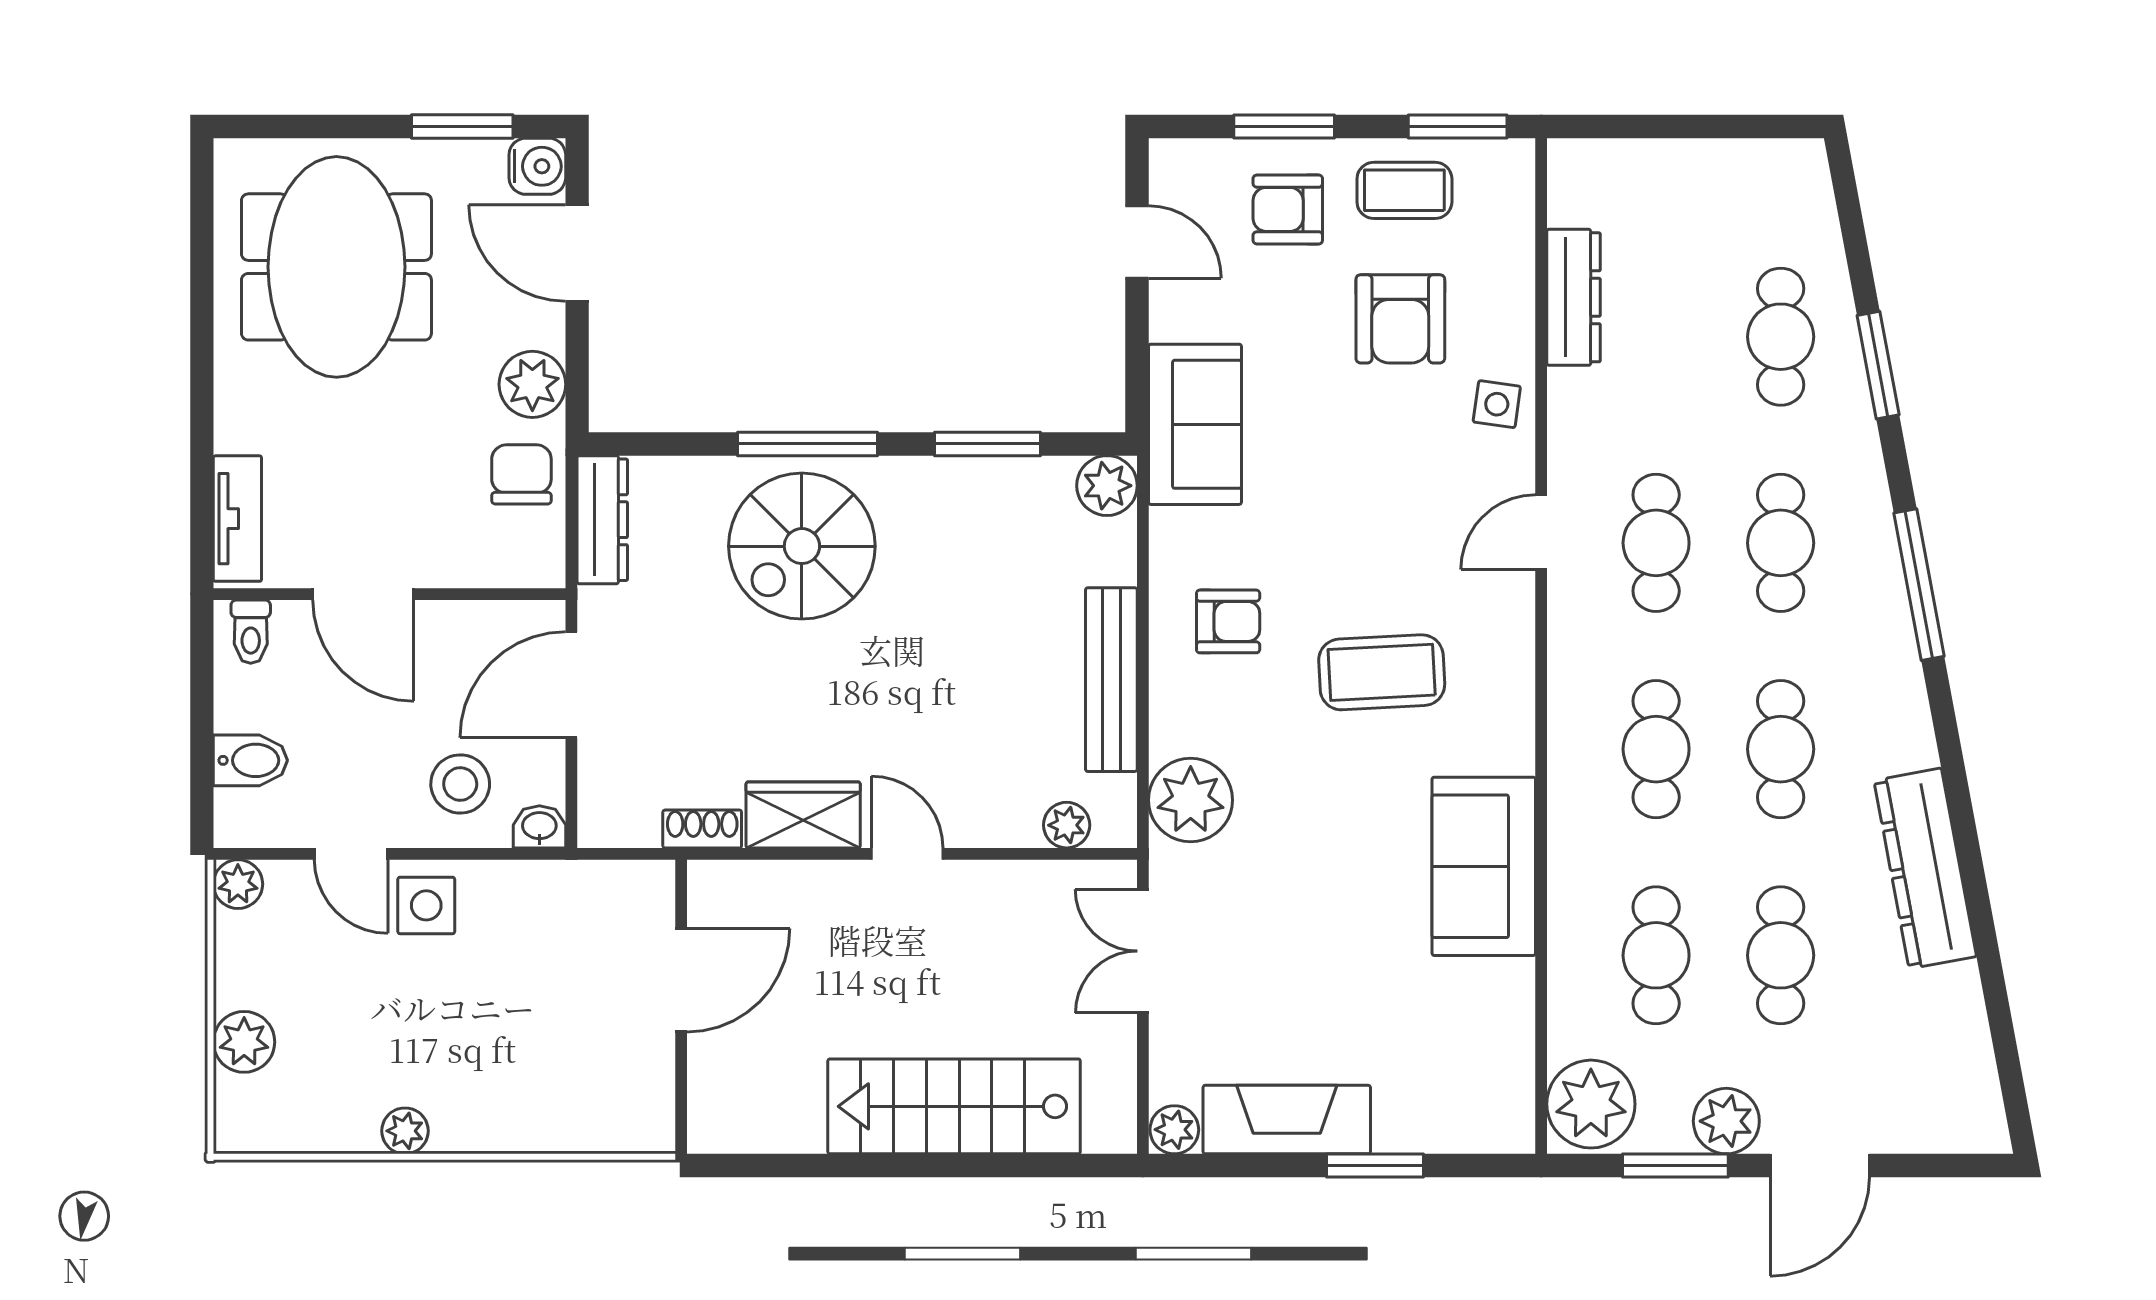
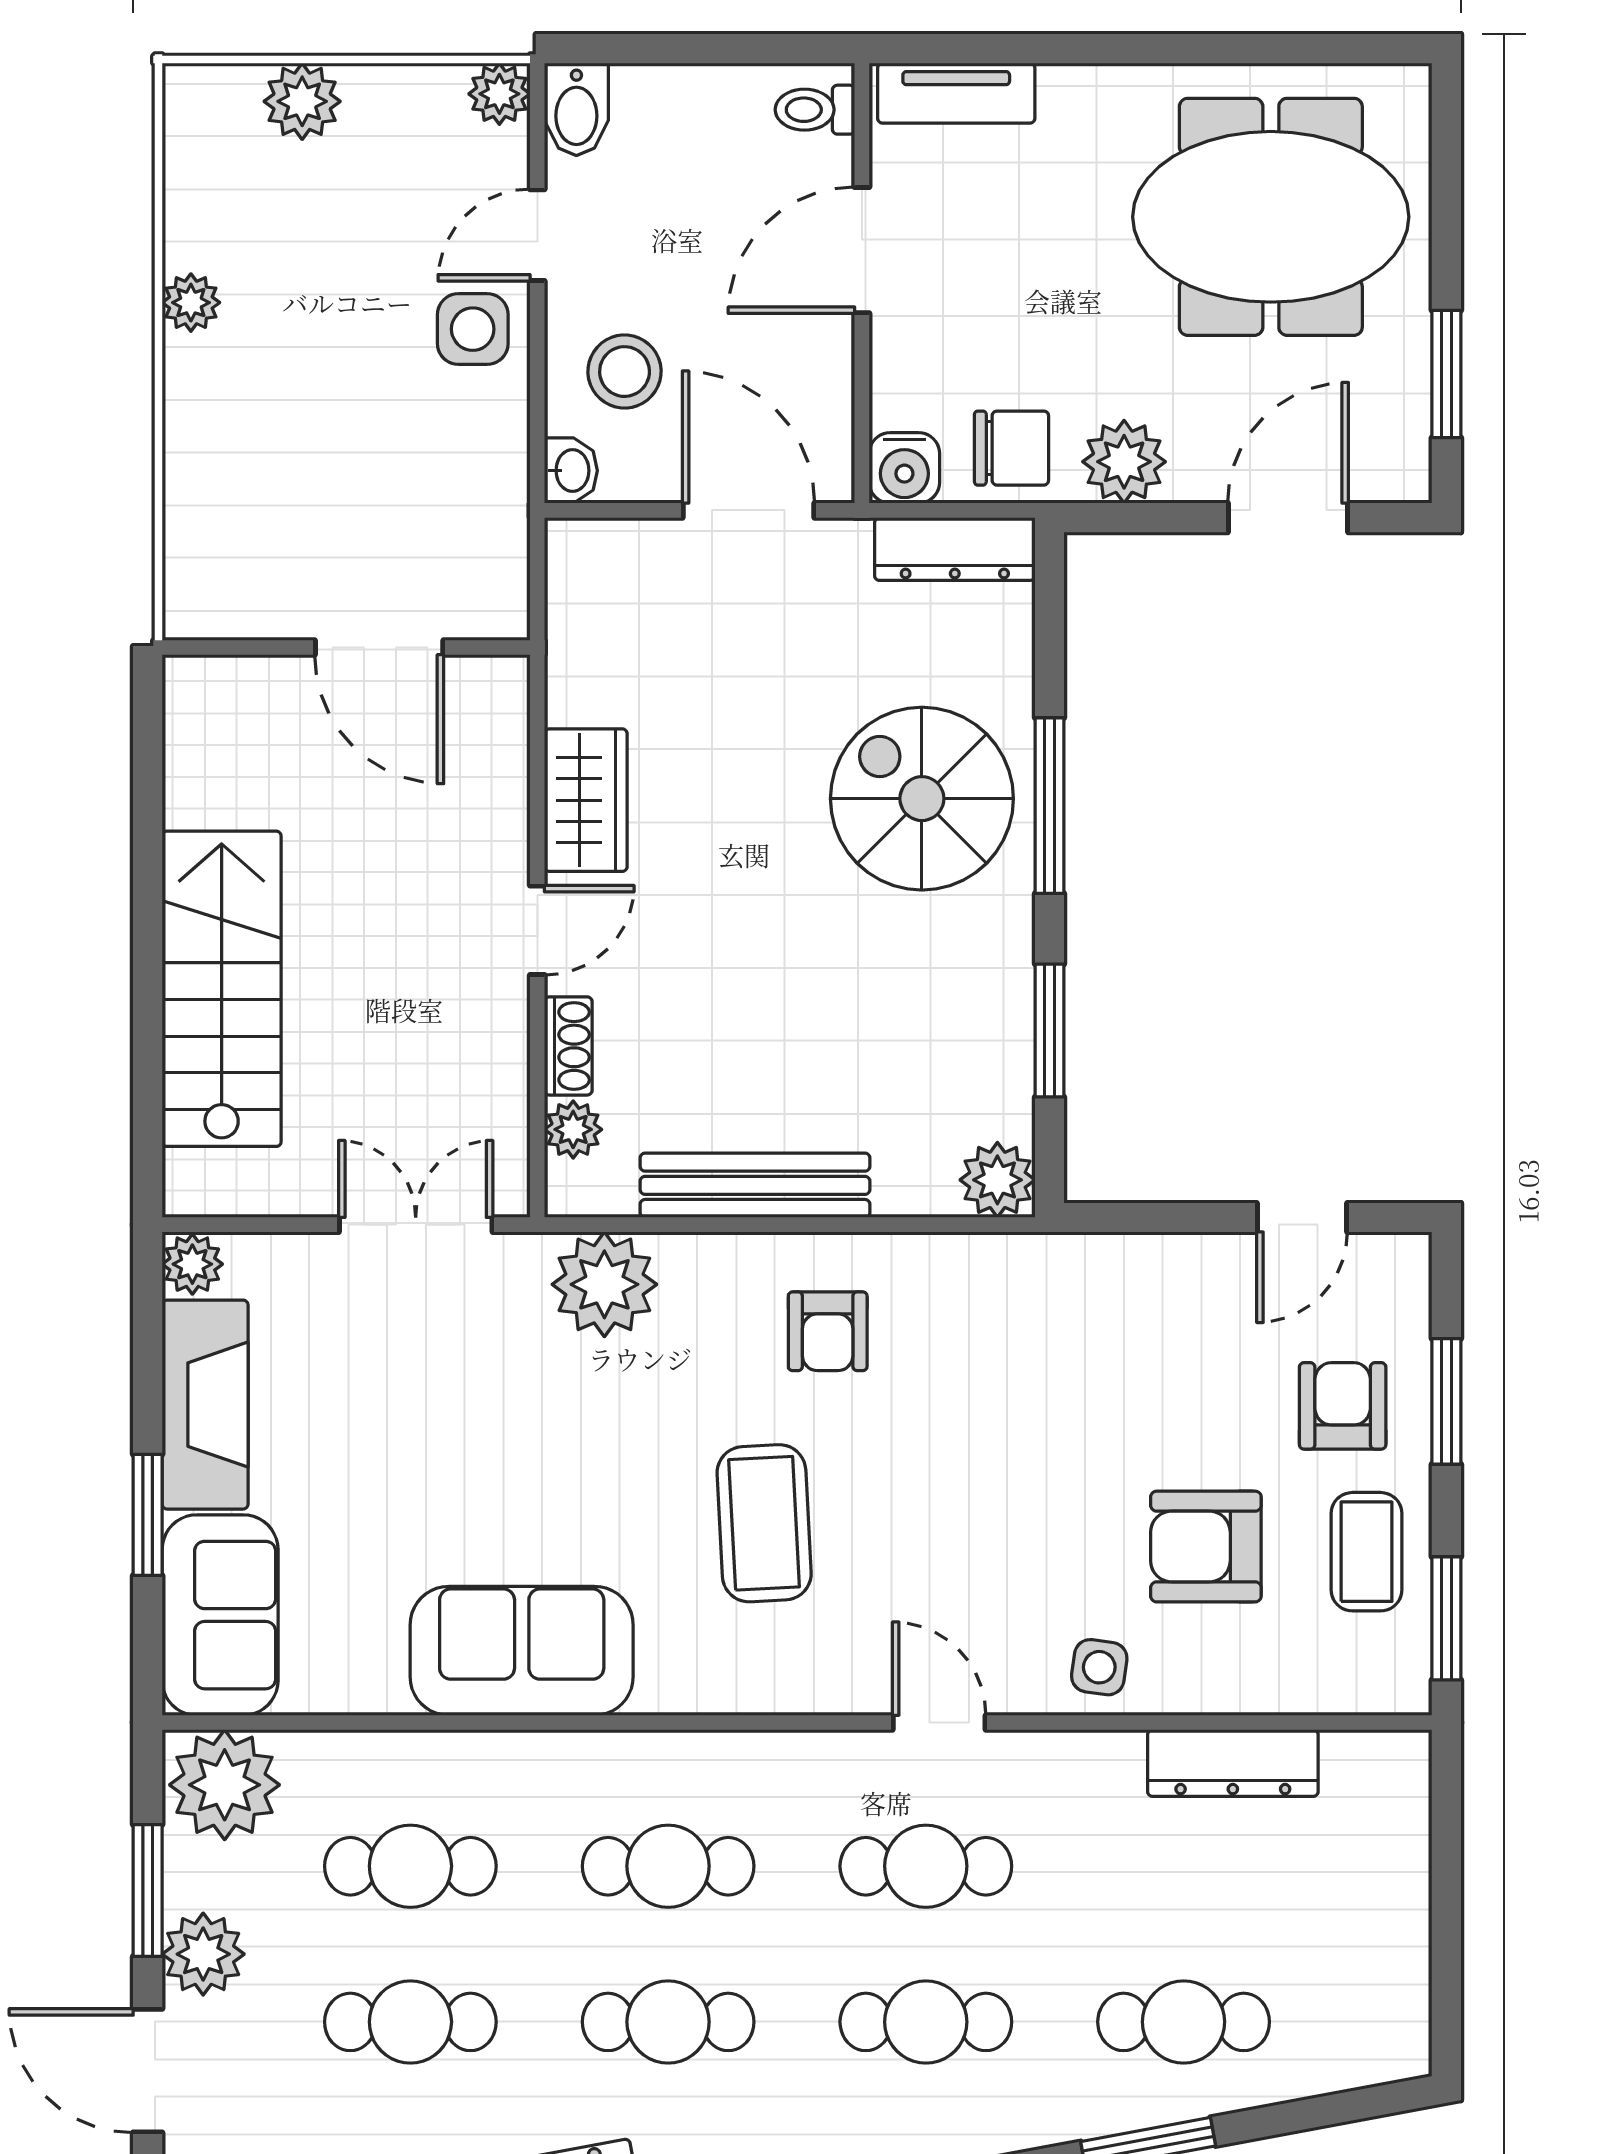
water cooler: (537, 166) -> (904, 468), moved
sofa: (1195, 424) -> (220, 1615), moved, turned -90
bidet: (250, 760) -> (576, 109), moved
shoe rack: (702, 829) -> (568, 1046), moved

